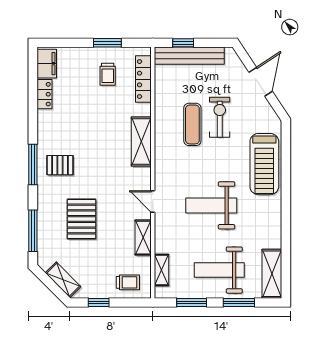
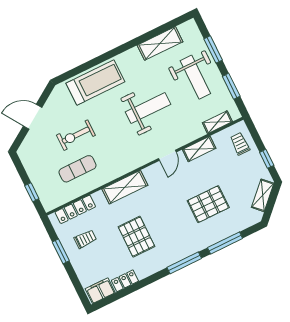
bench: (189, 56) -> (39, 183), removed
exercise mat: (192, 124) -> (78, 169), moved
pallet: (60, 165) -> (136, 237), moved, width x1.50, depth x1.42
weight bench: (211, 205) -> (148, 108), turned -90
window: (33, 231) -> (225, 243), moved
shelving: (272, 274) -> (160, 43), moved

